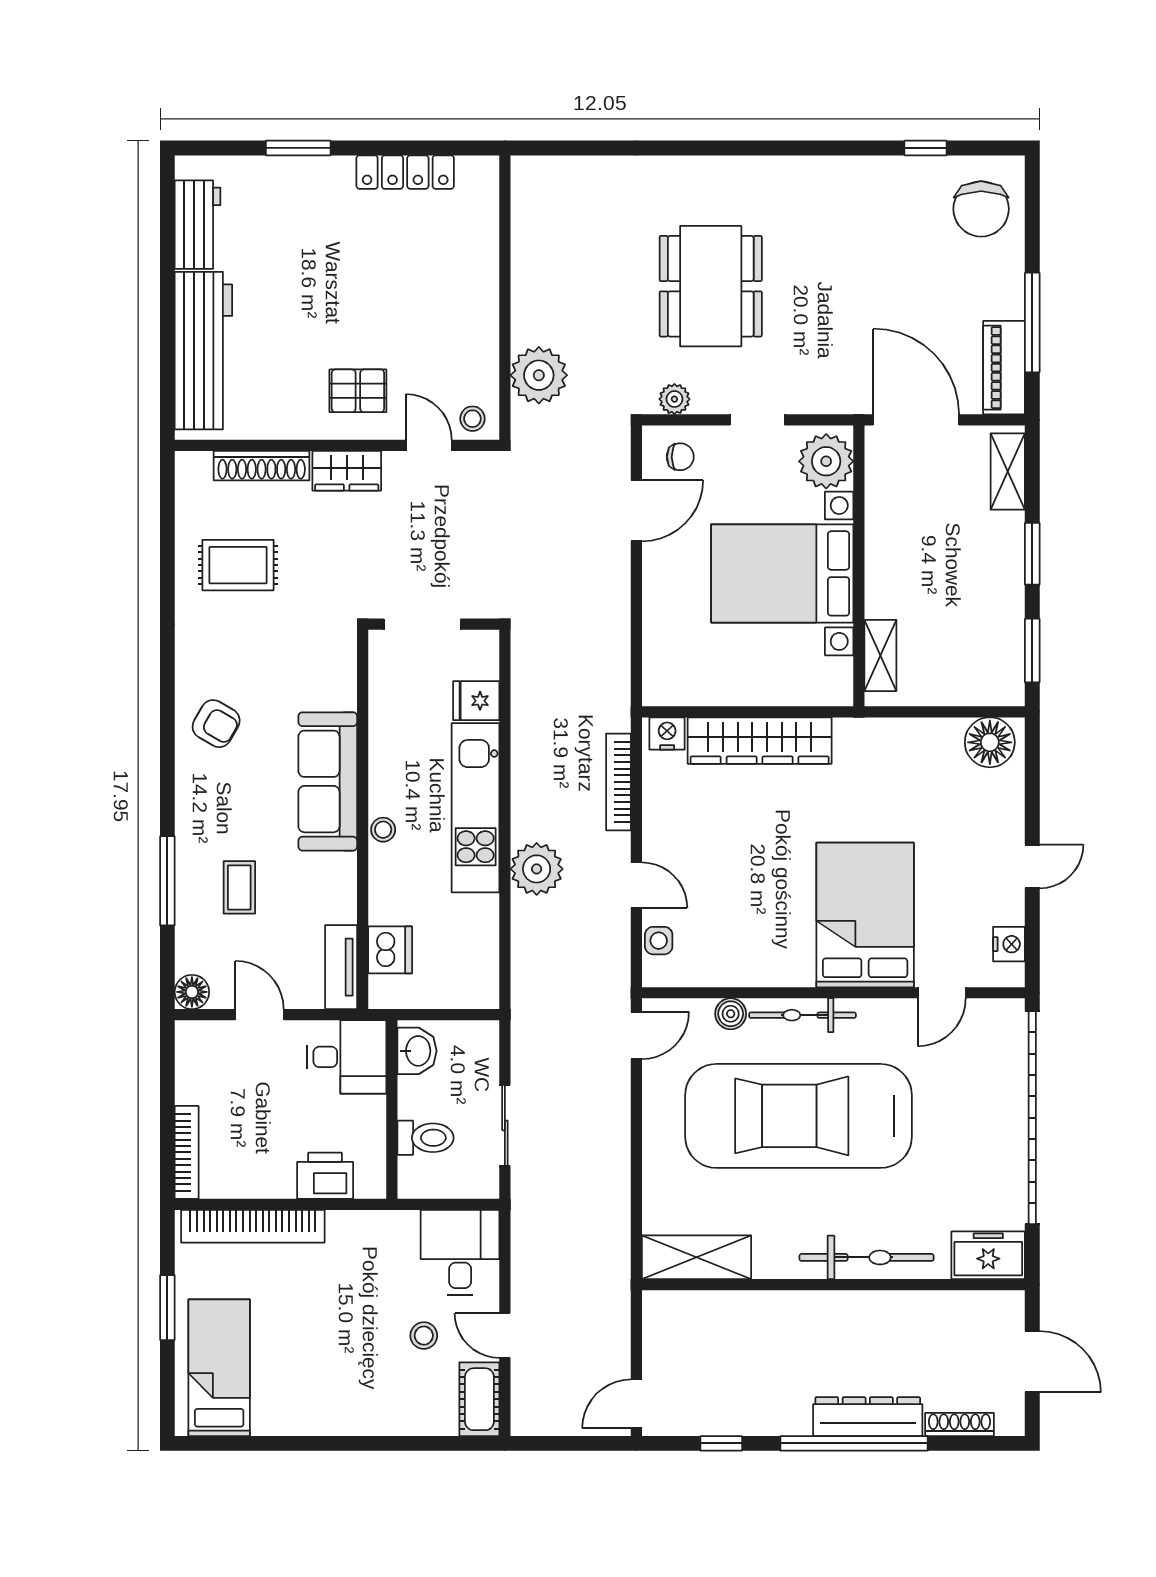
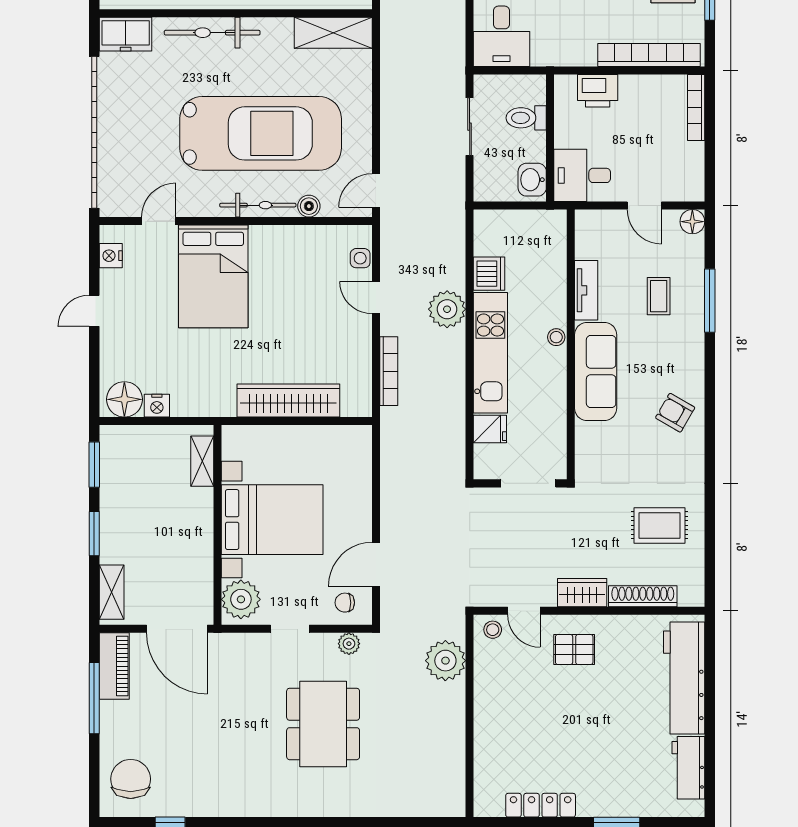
nightstand: (667, 733) -> (157, 406), moved
dishwasher: (390, 950) -> (489, 274), moved, turned 180
tv unit: (341, 967) -> (586, 290), moved

